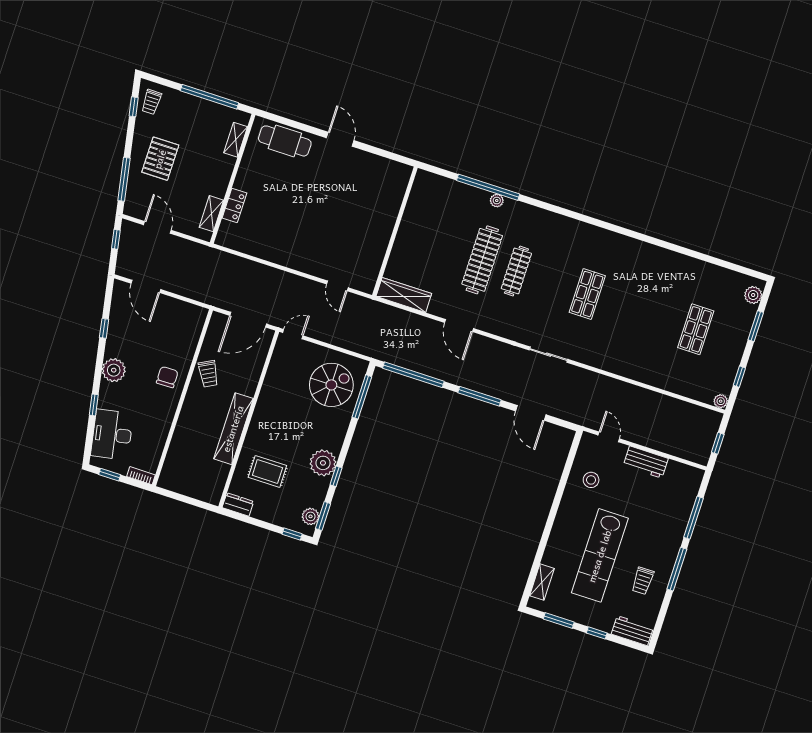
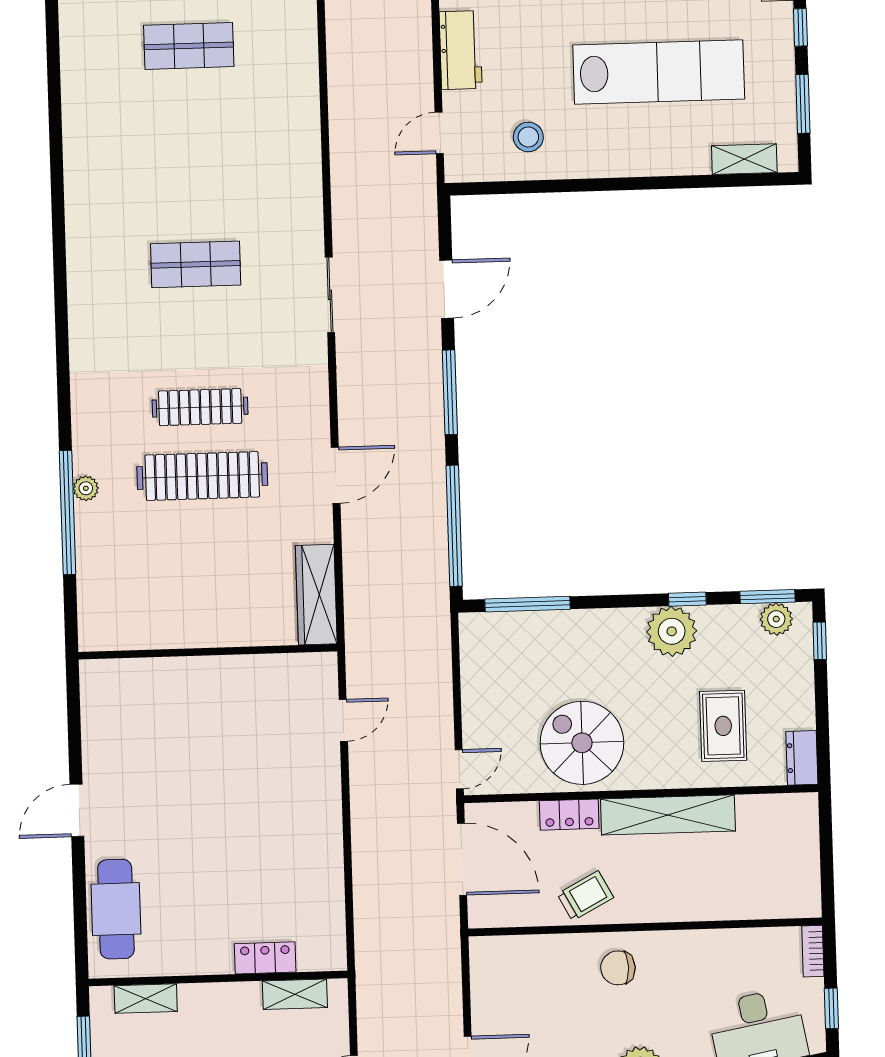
door: (293, 334) -> (459, 769), swing flipped
locker: (251, 380) -> (569, 815), added
spiral stairs: (331, 385) -> (582, 743), moved

